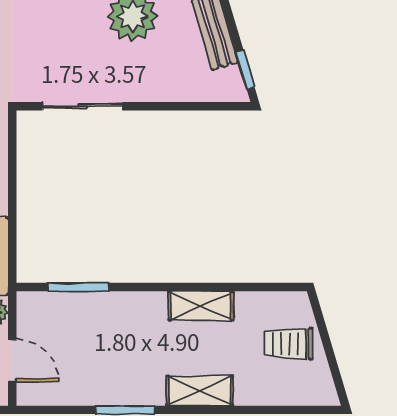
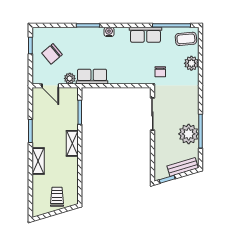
shelving: (201, 306) -> (72, 143), moved
door: (12, 360) -> (50, 86), hinge flipped

